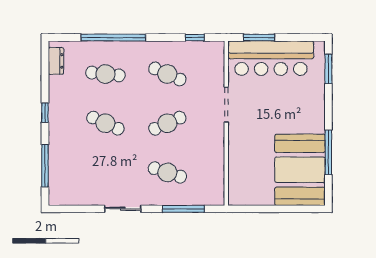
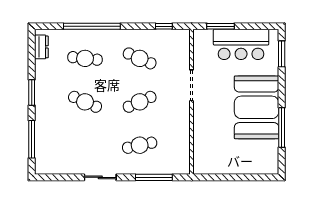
bar counter: (271, 58) -> (241, 44), width x0.73
window: (45, 113) -> (32, 92), width x1.50
booth: (300, 170) -> (257, 107), moved
cafe table: (167, 172) -> (140, 145), turned -30

